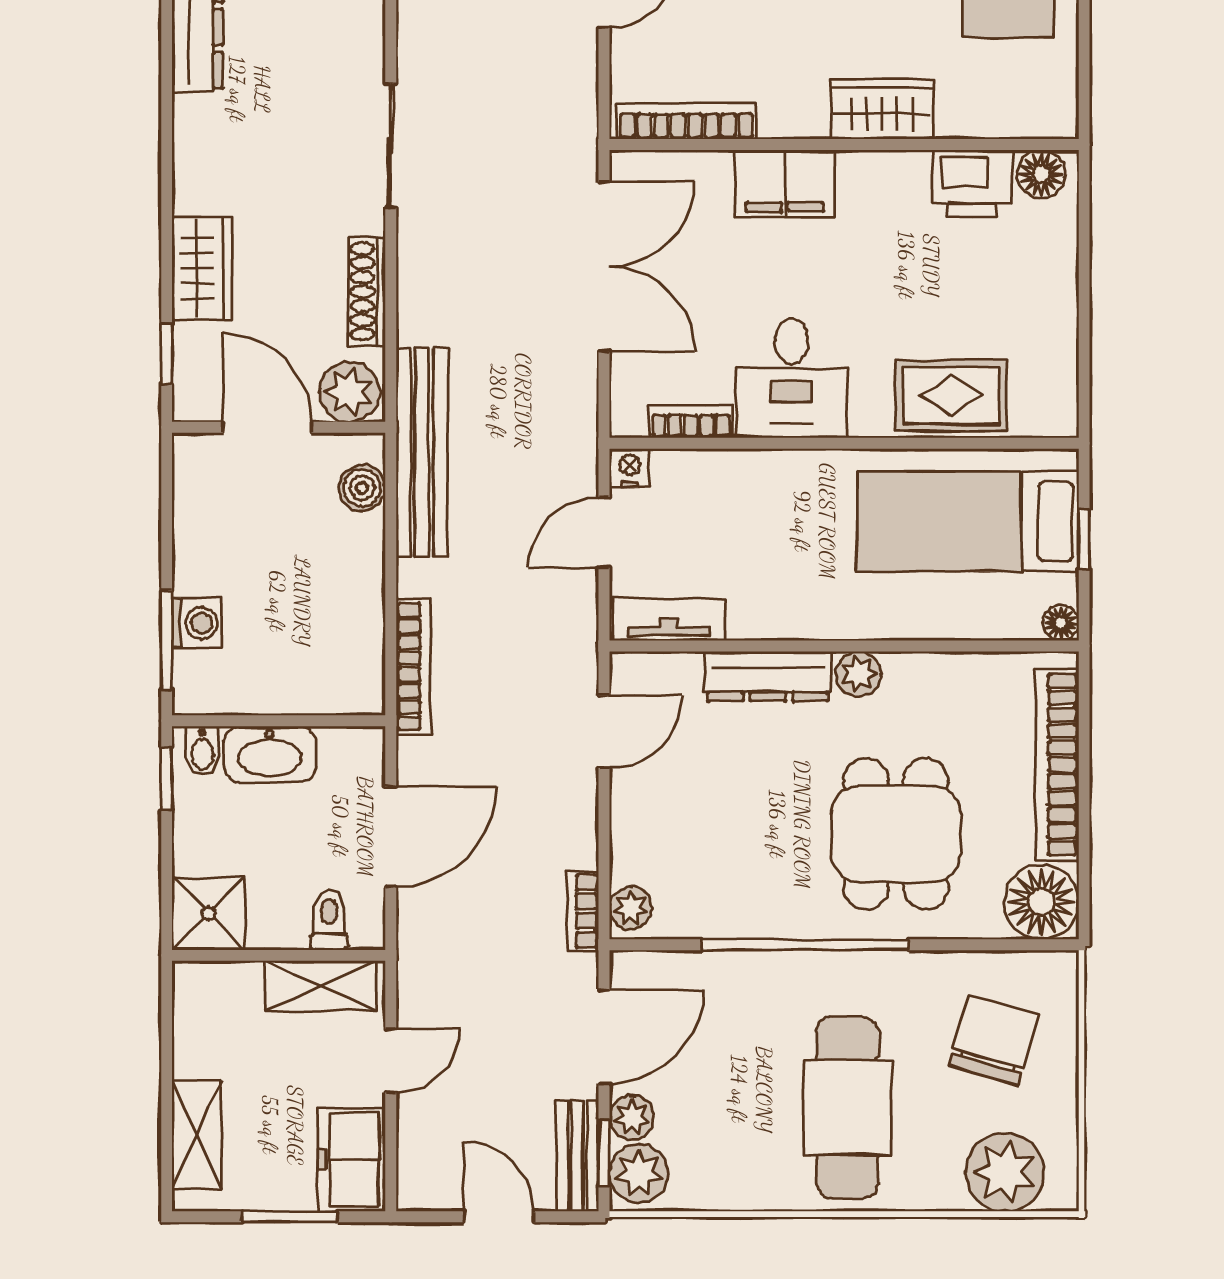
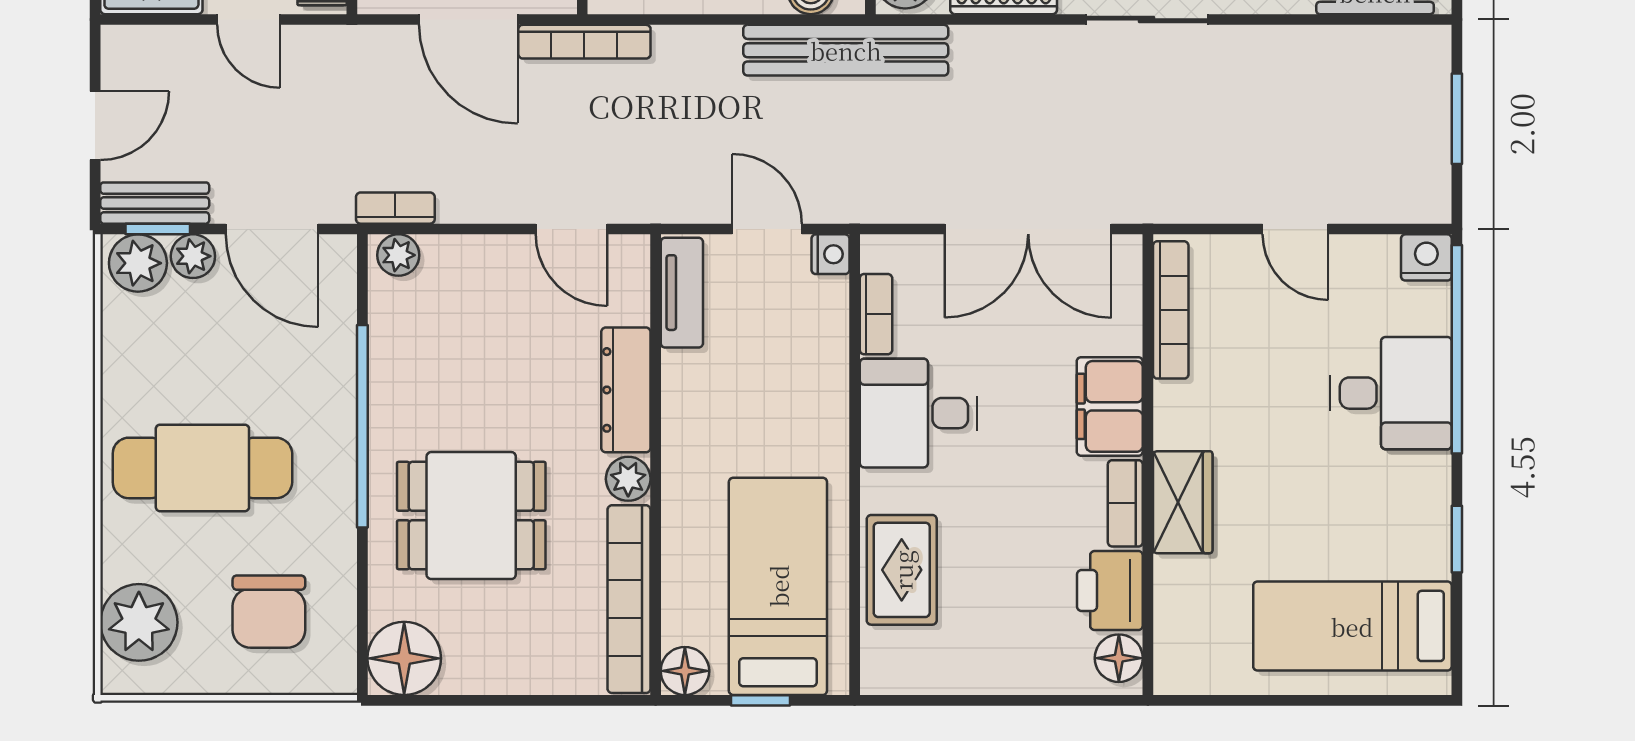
bookcase: (883, 168) -> (1125, 503), added
floor lamp: (1061, 623) -> (685, 671), width x1.37, depth x1.37
bookcase: (413, 667) -> (584, 42), moved
bookcase: (1057, 765) -> (629, 599), moved, turned -90
chair: (994, 1040) -> (269, 612), turned 74

